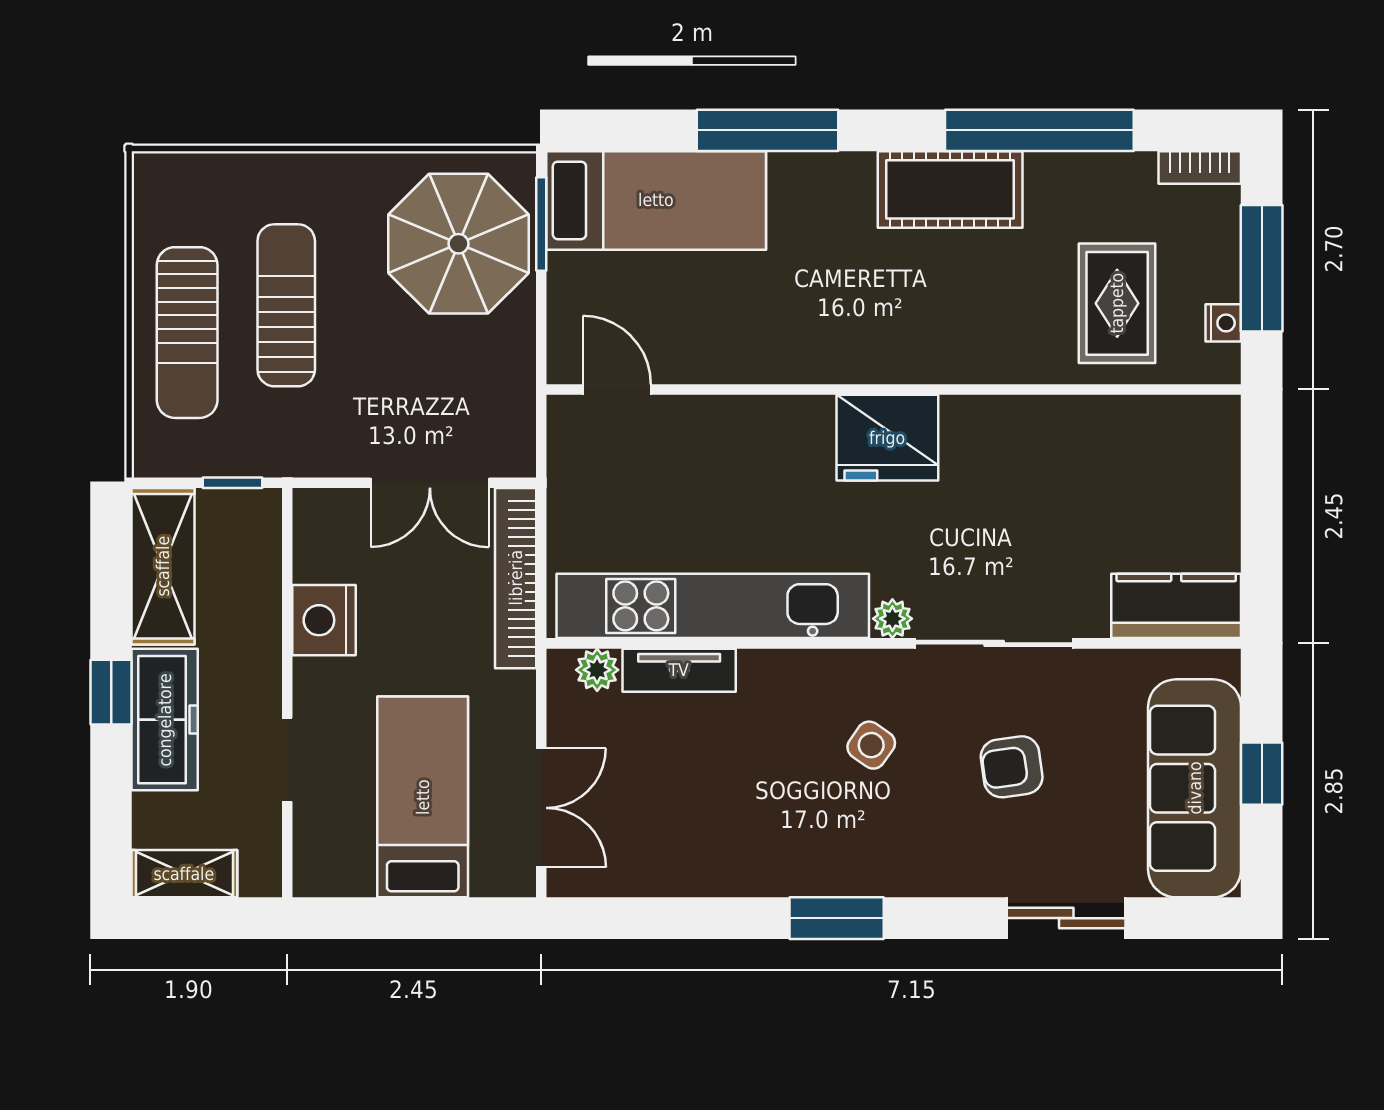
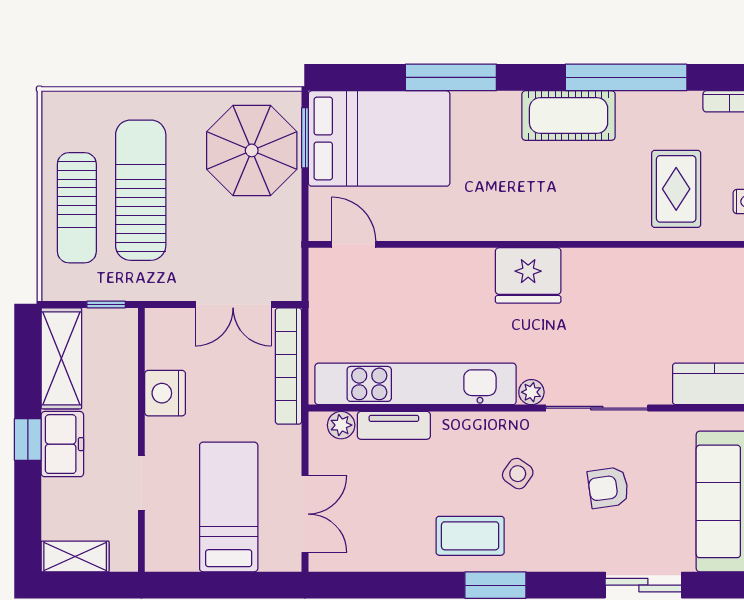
bed: (656, 200) -> (379, 138), width x1.50
sun lounger: (286, 305) -> (141, 190), width x1.36, depth x1.34
freezer: (165, 720) -> (62, 444), width x0.71
coffee table: (797, 842) -> (470, 536), added

